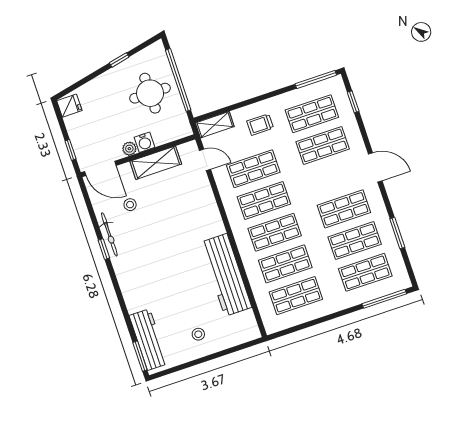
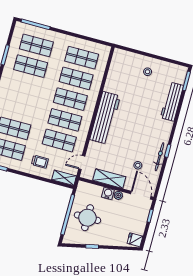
door: (205, 160) -> (82, 162), hinge flipped
shop shelf: (344, 209) -> (25, 87), removed
workbench: (226, 275) -> (105, 118), moved
workbench: (149, 340) -> (172, 102), moved

